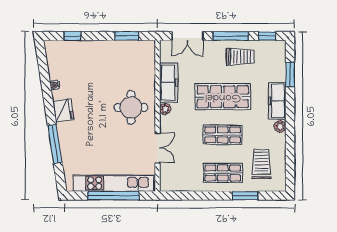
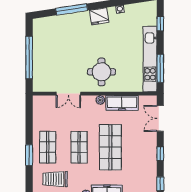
window: (127, 36) -> (160, 68), width x1.44
window: (231, 36) -> (160, 154), width x0.46
trolley: (240, 57) -> (143, 162), removed
trolley: (261, 164) -> (55, 179), turned 180
kitchen unit: (113, 183) -> (150, 59), moved, turned 180
window: (245, 196) -> (29, 155), moved

